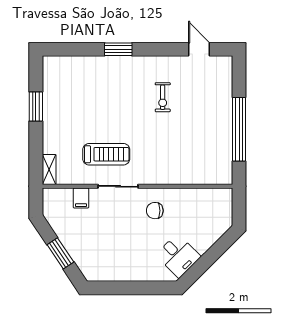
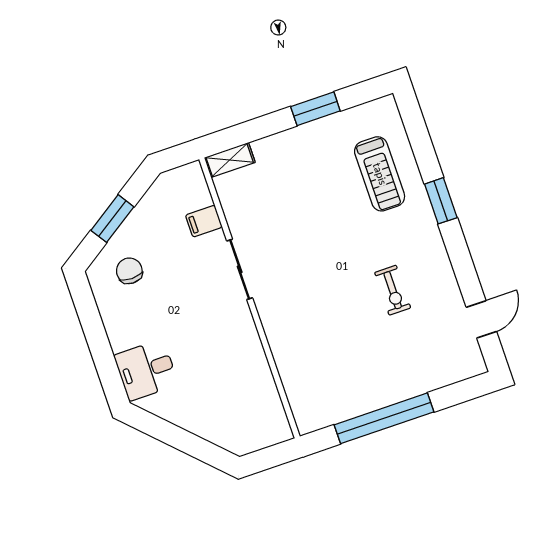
exercise bike: (163, 97) -> (393, 290), turned -90
treadmill: (106, 154) -> (380, 174), moved
chair: (155, 211) -> (129, 271), moved
desk: (178, 256) -> (146, 370), moved, turned 45

